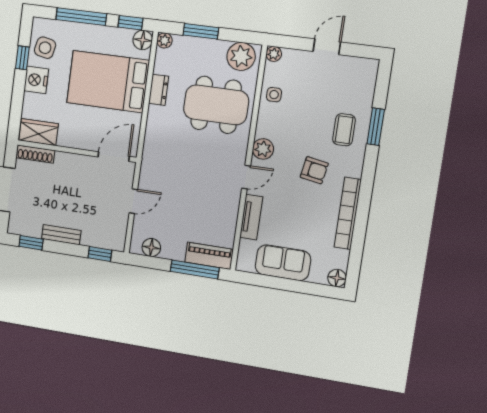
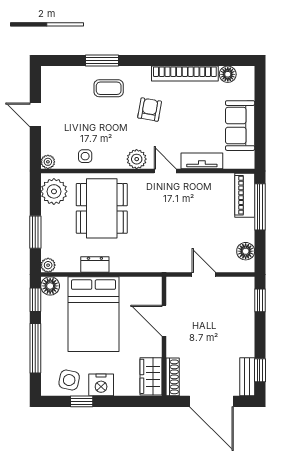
door: (114, 157) -> (164, 321), moved
bench: (61, 235) -> (247, 377), moved
floor lamp: (337, 278) -> (228, 74), moved

